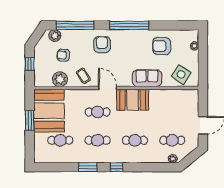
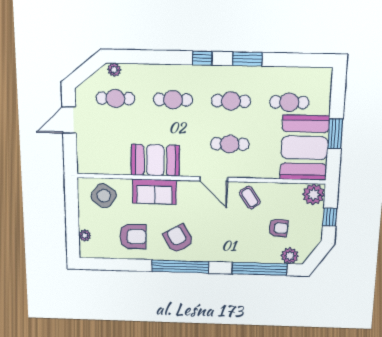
armchair: (102, 45) -> (178, 239), moved, turned 150
plant: (60, 79) -> (314, 194), moved
booth: (133, 100) -> (155, 160), moved

